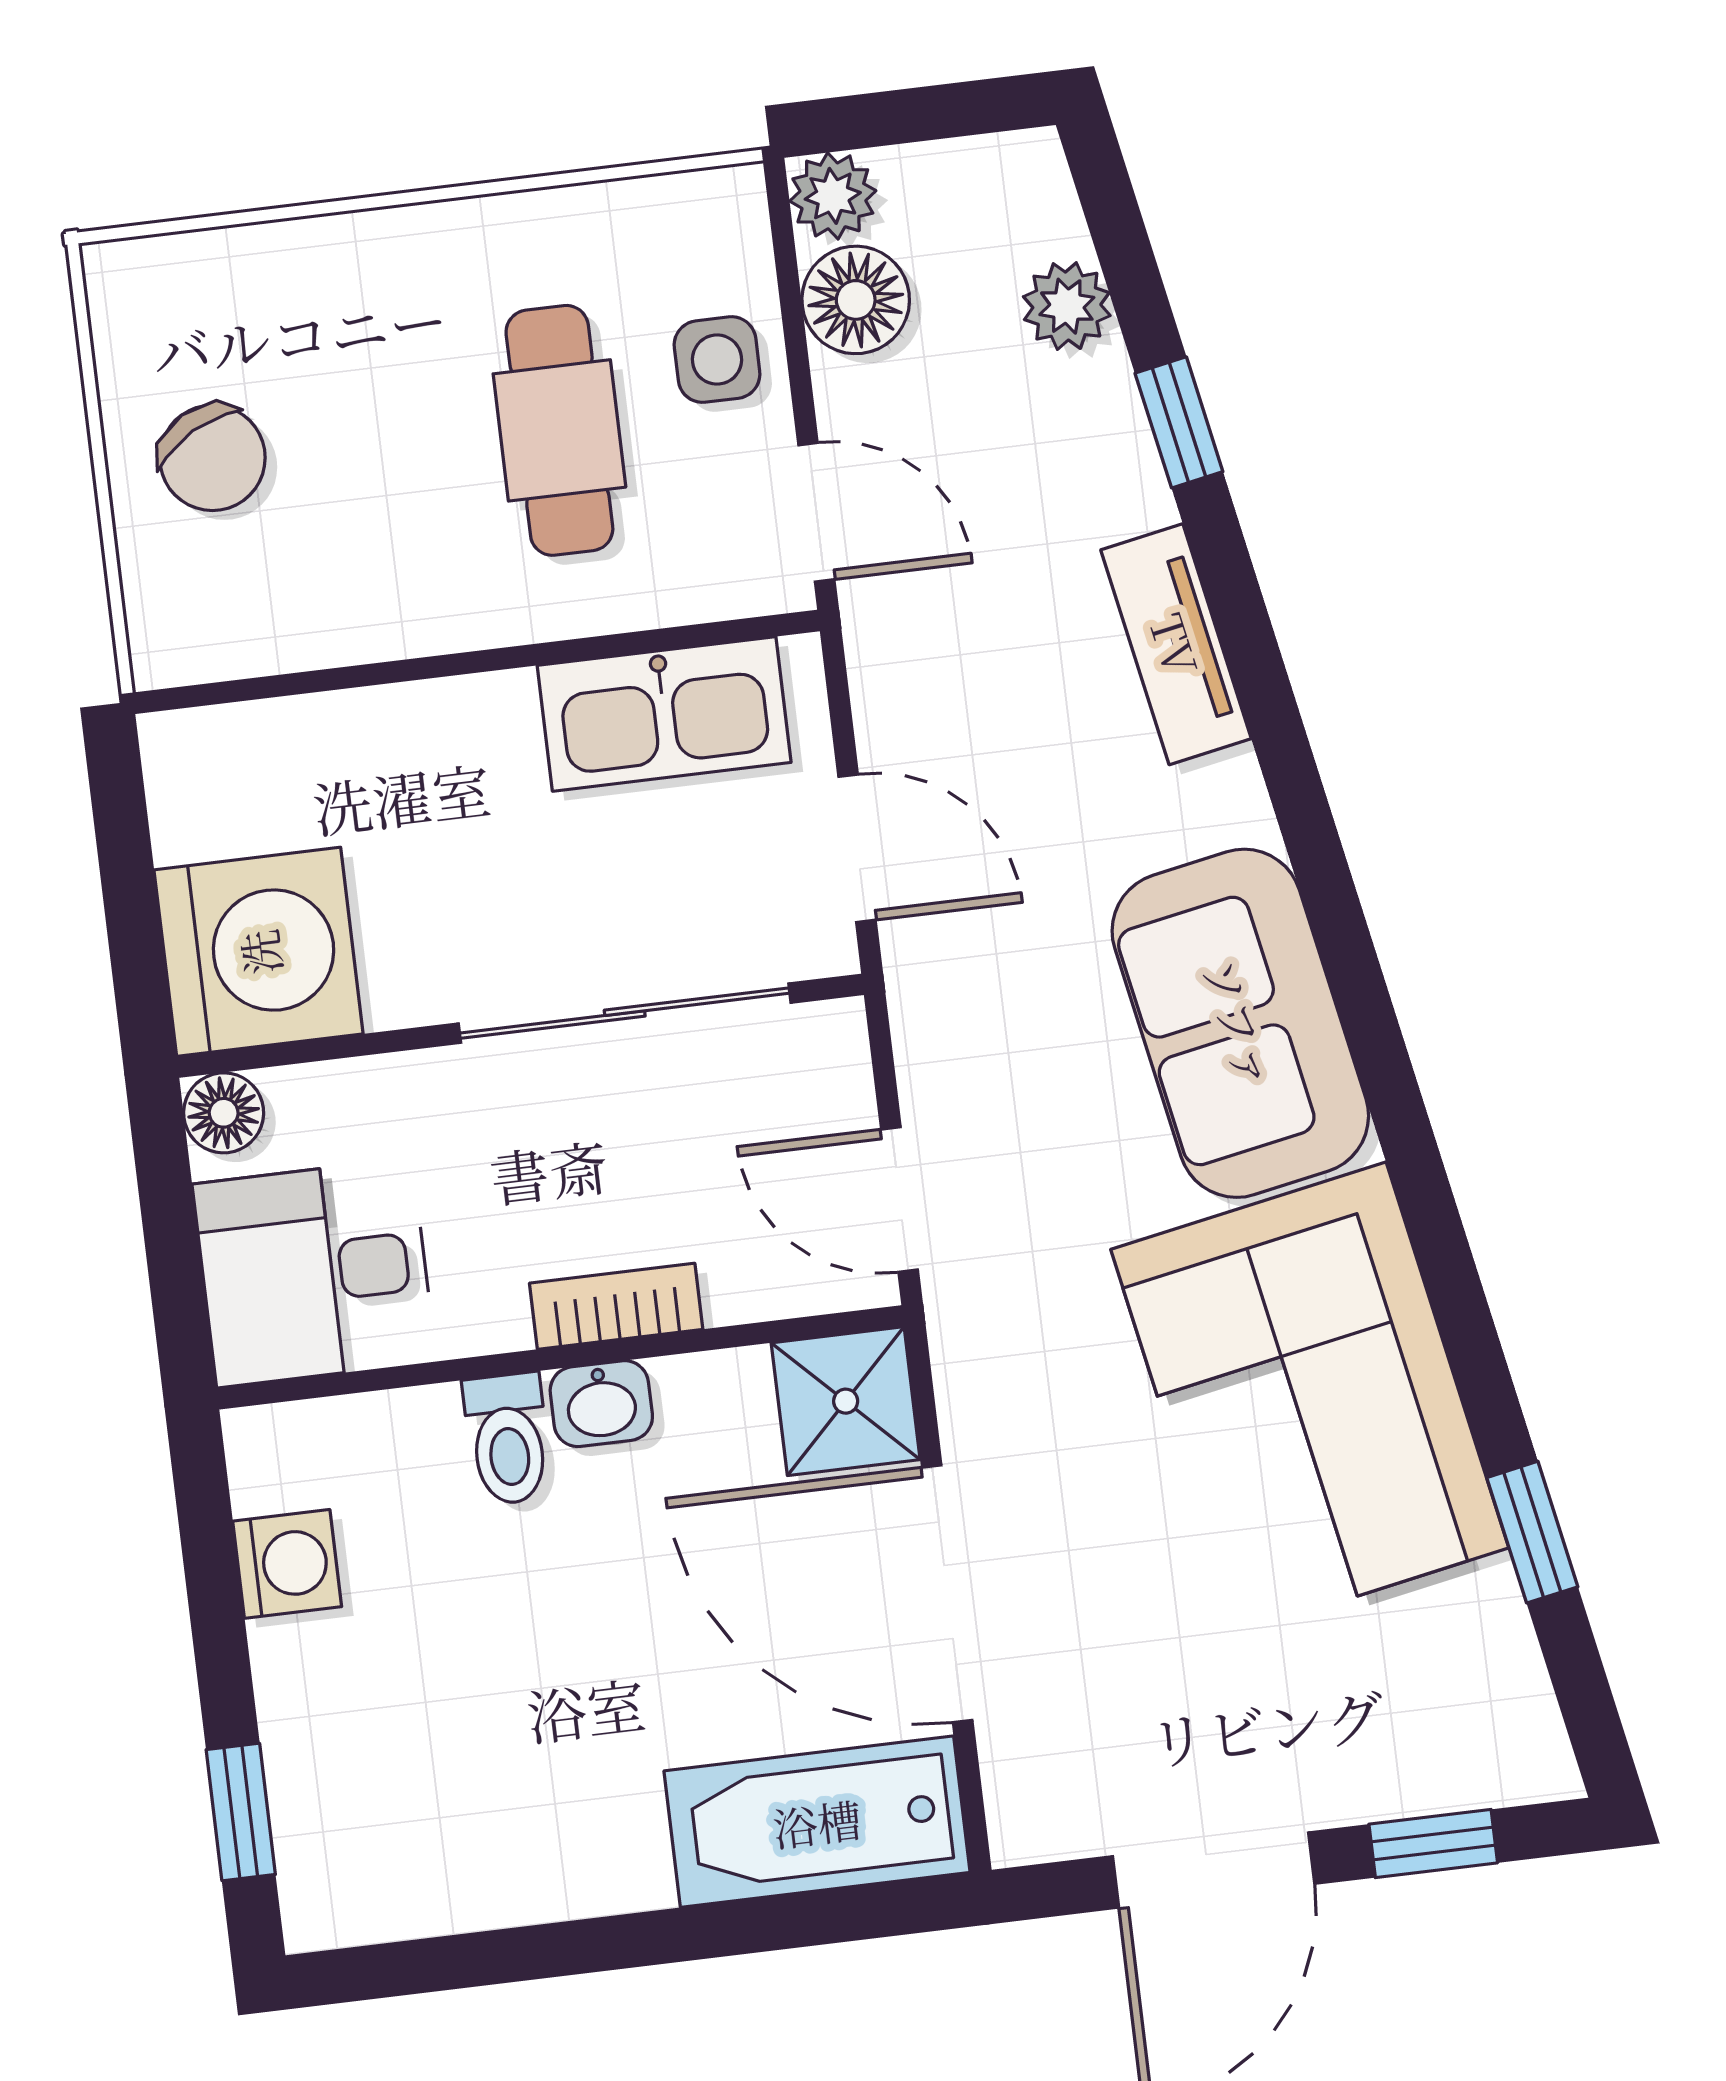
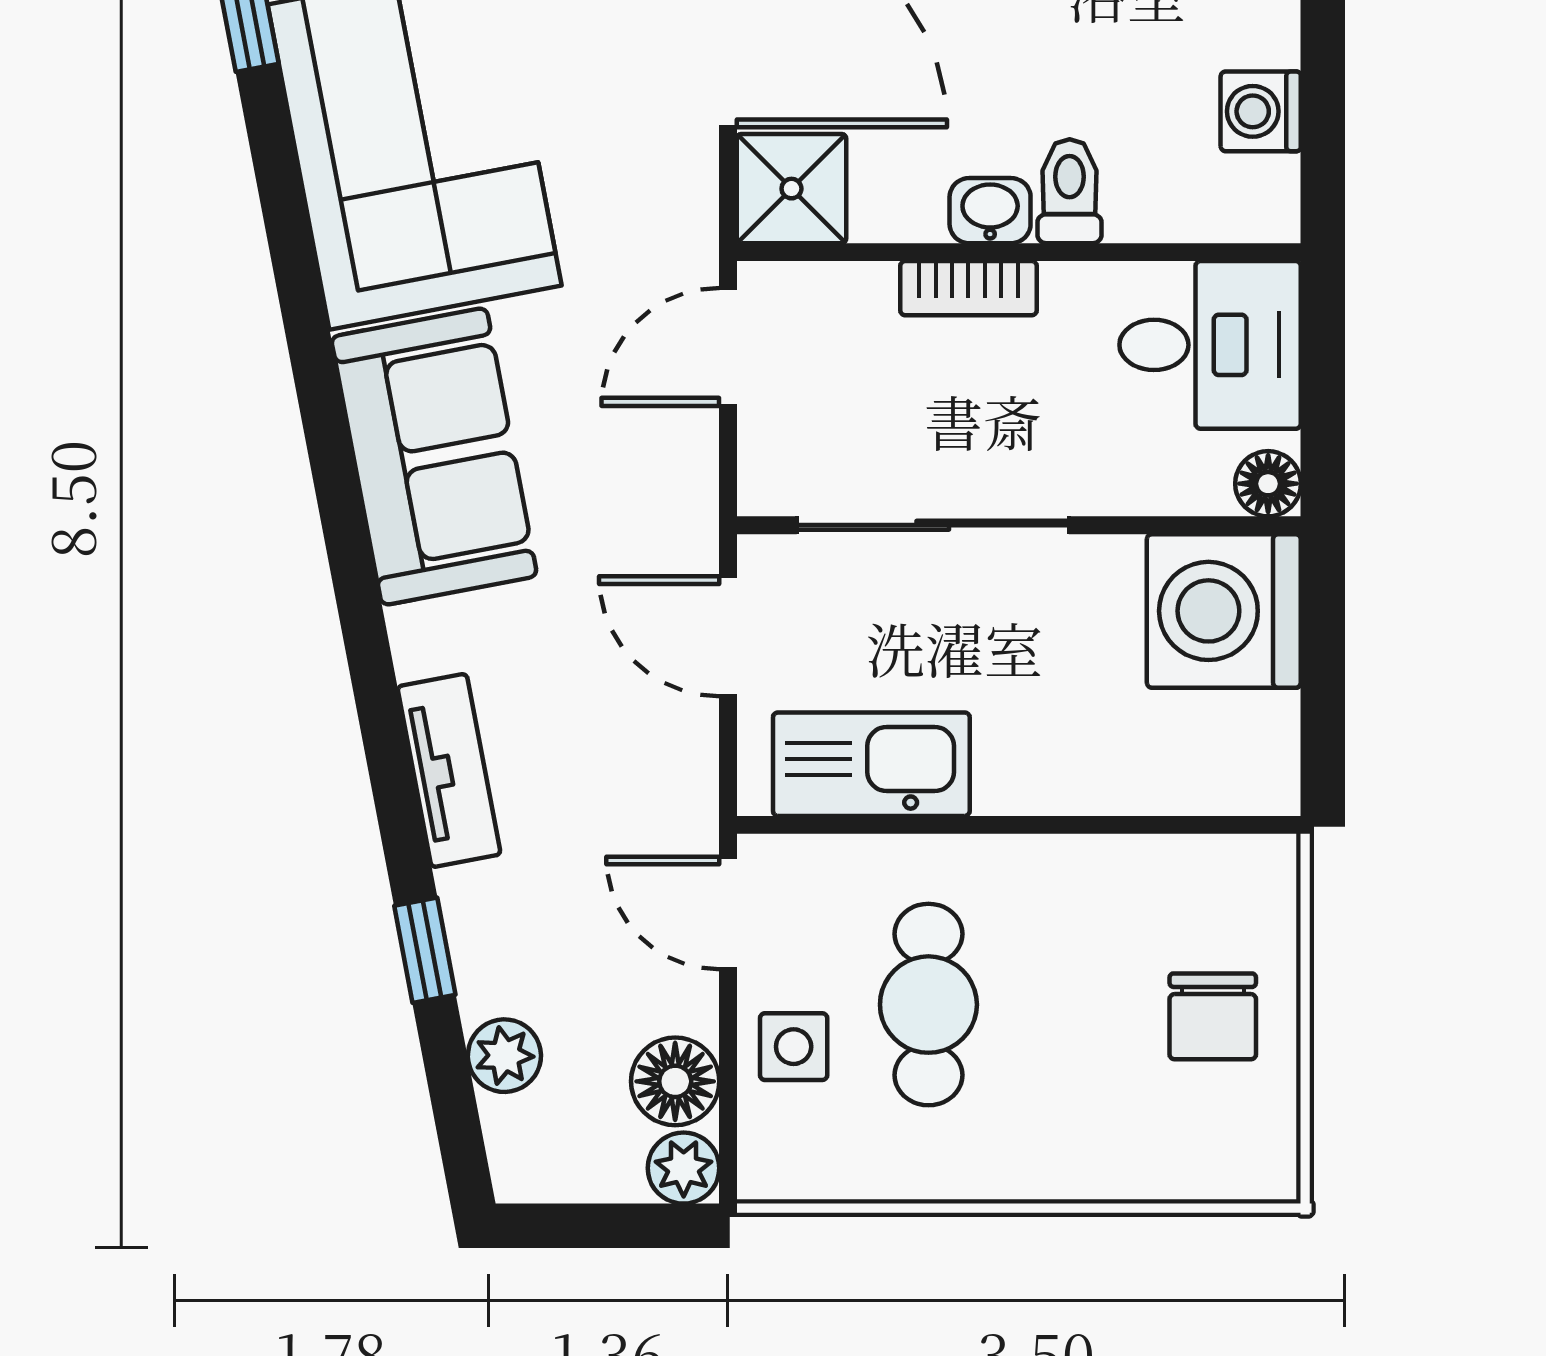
chair: (212, 458) -> (1213, 1016), turned -151
door: (899, 1199) -> (728, 347), swing flipped

